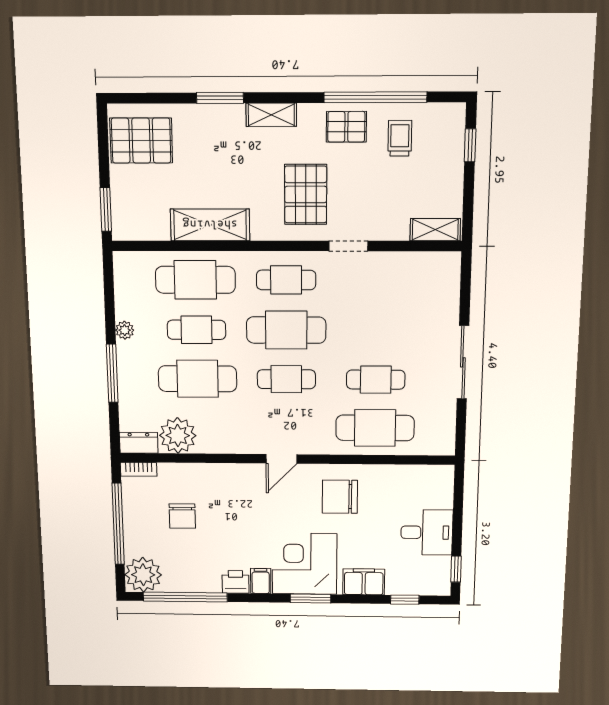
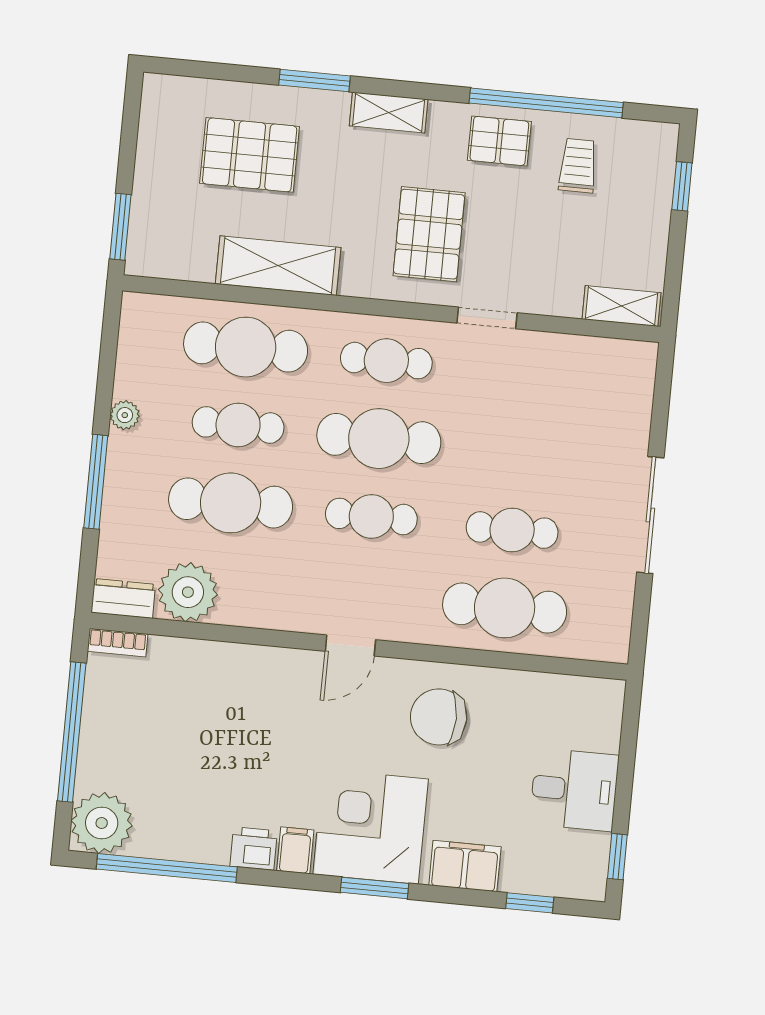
pallet: (141, 141) -> (250, 155), moved
chair: (182, 516) -> (179, 727), removed

